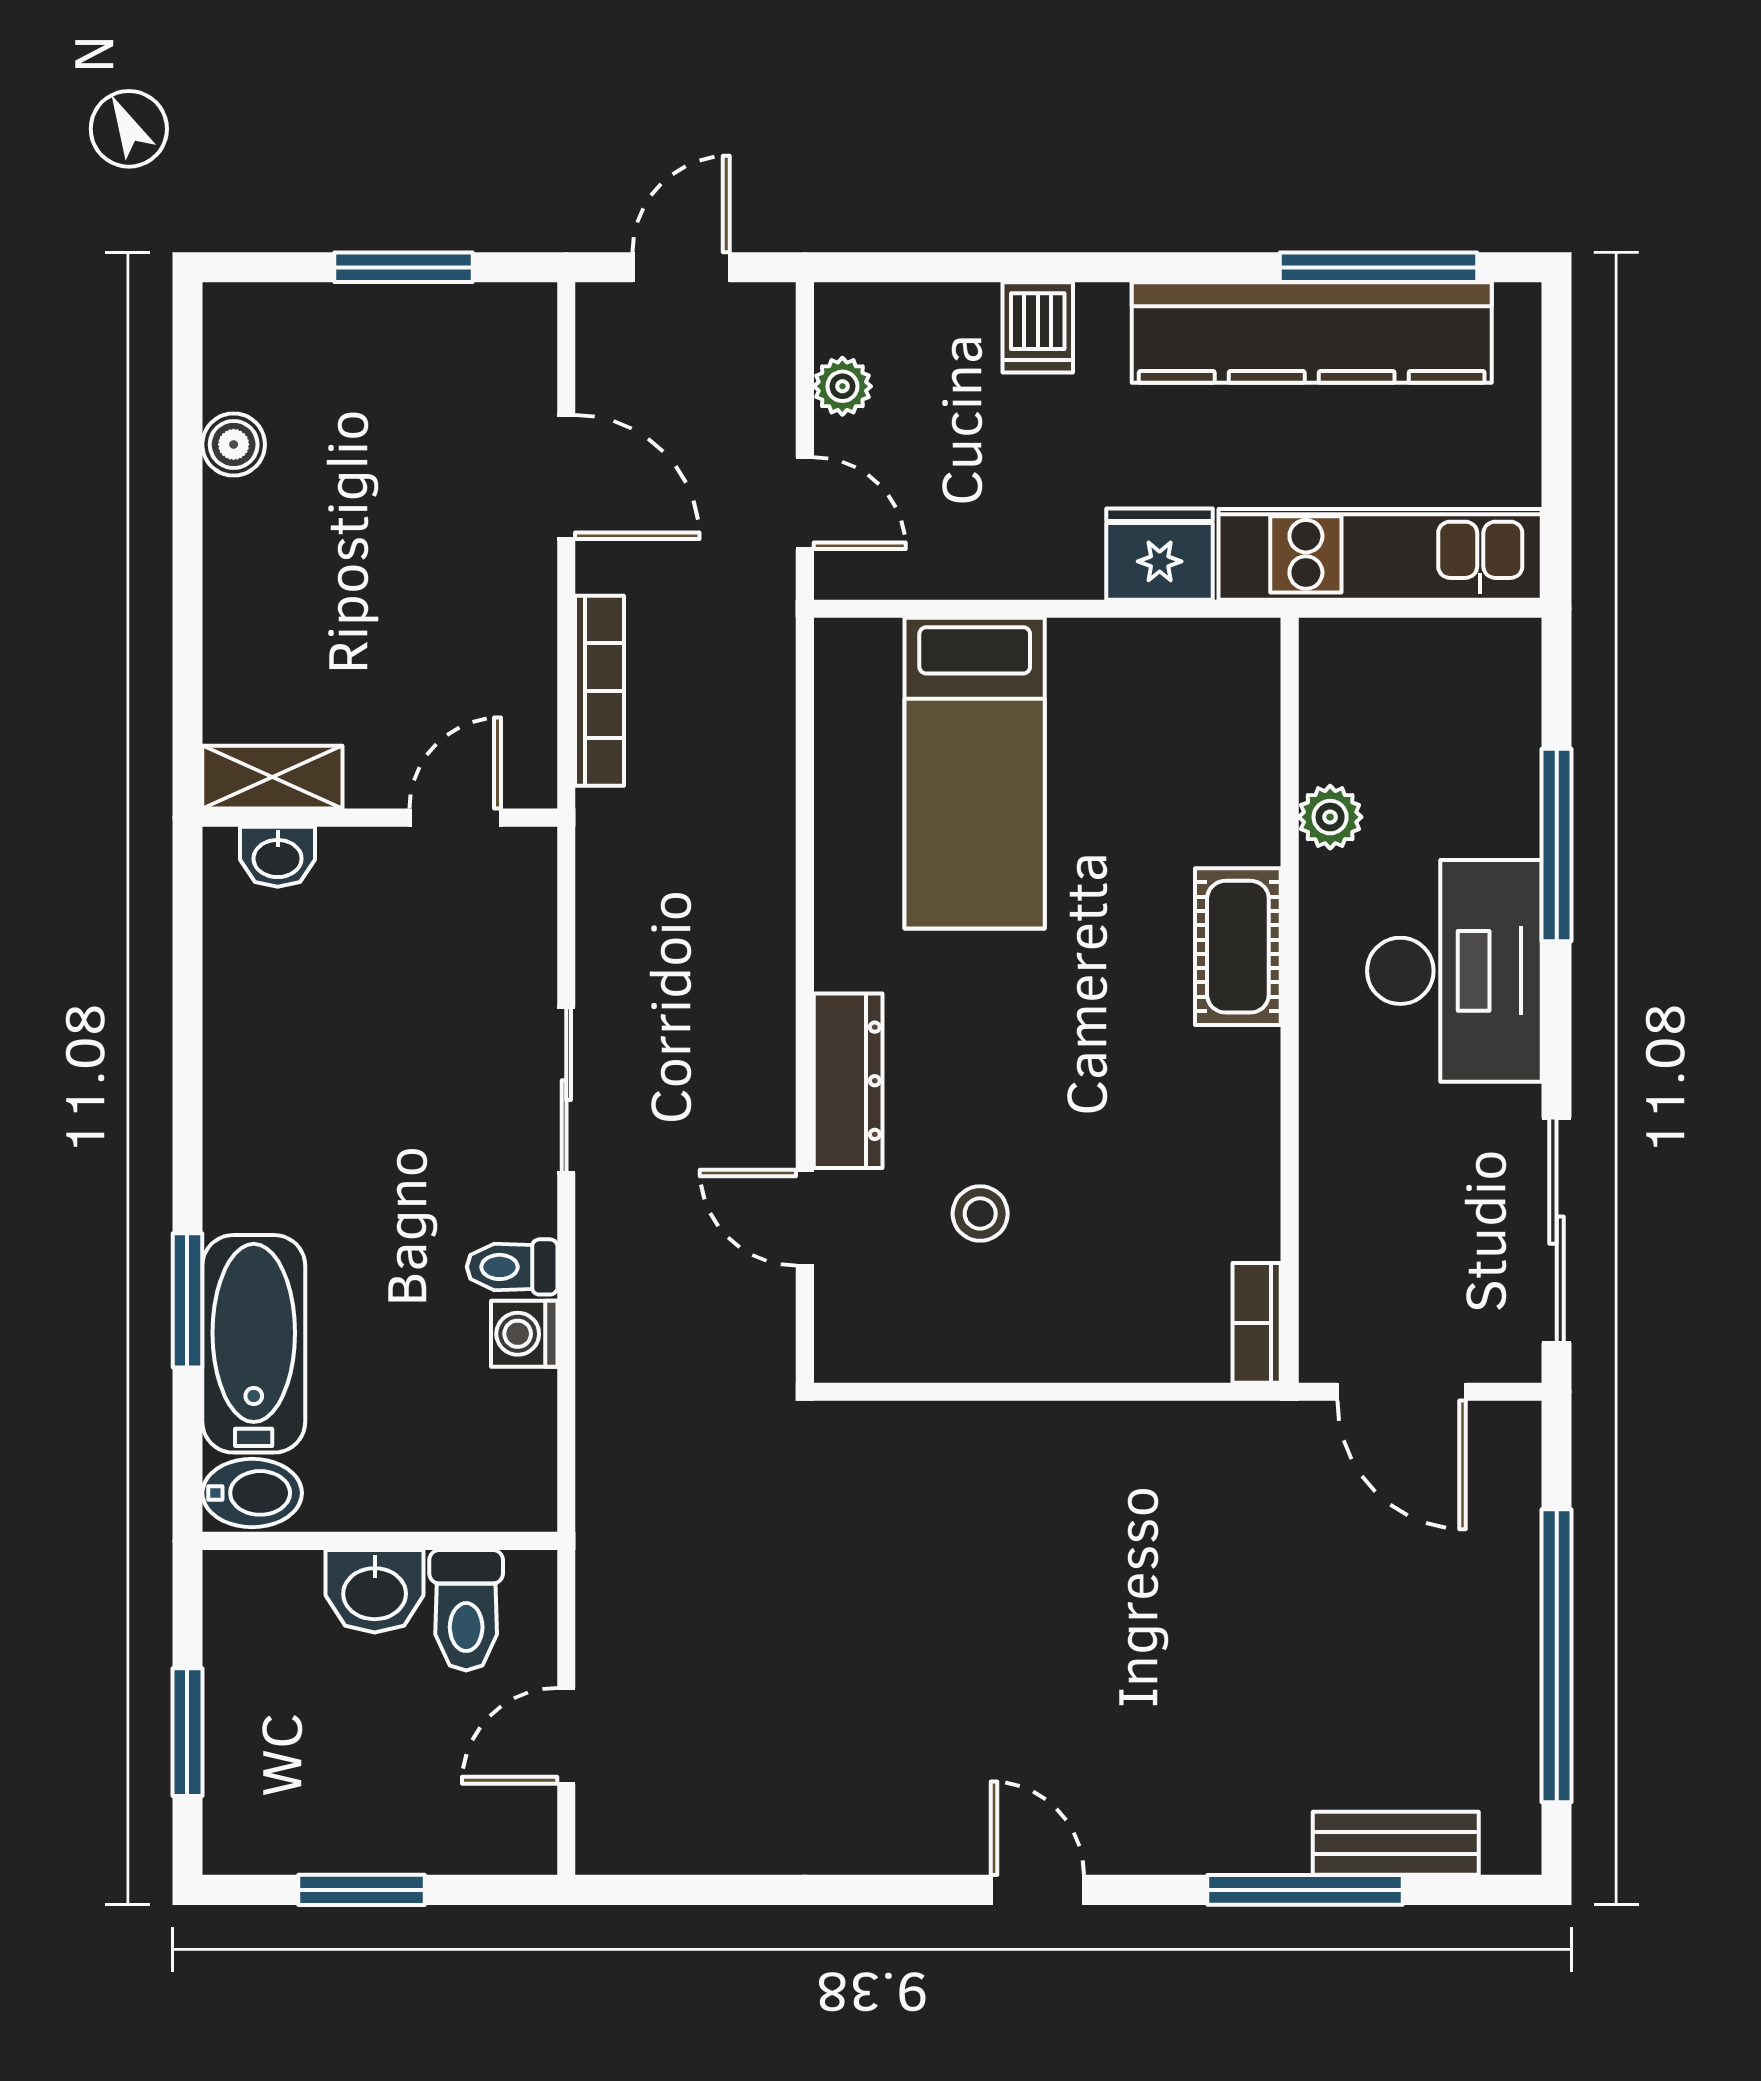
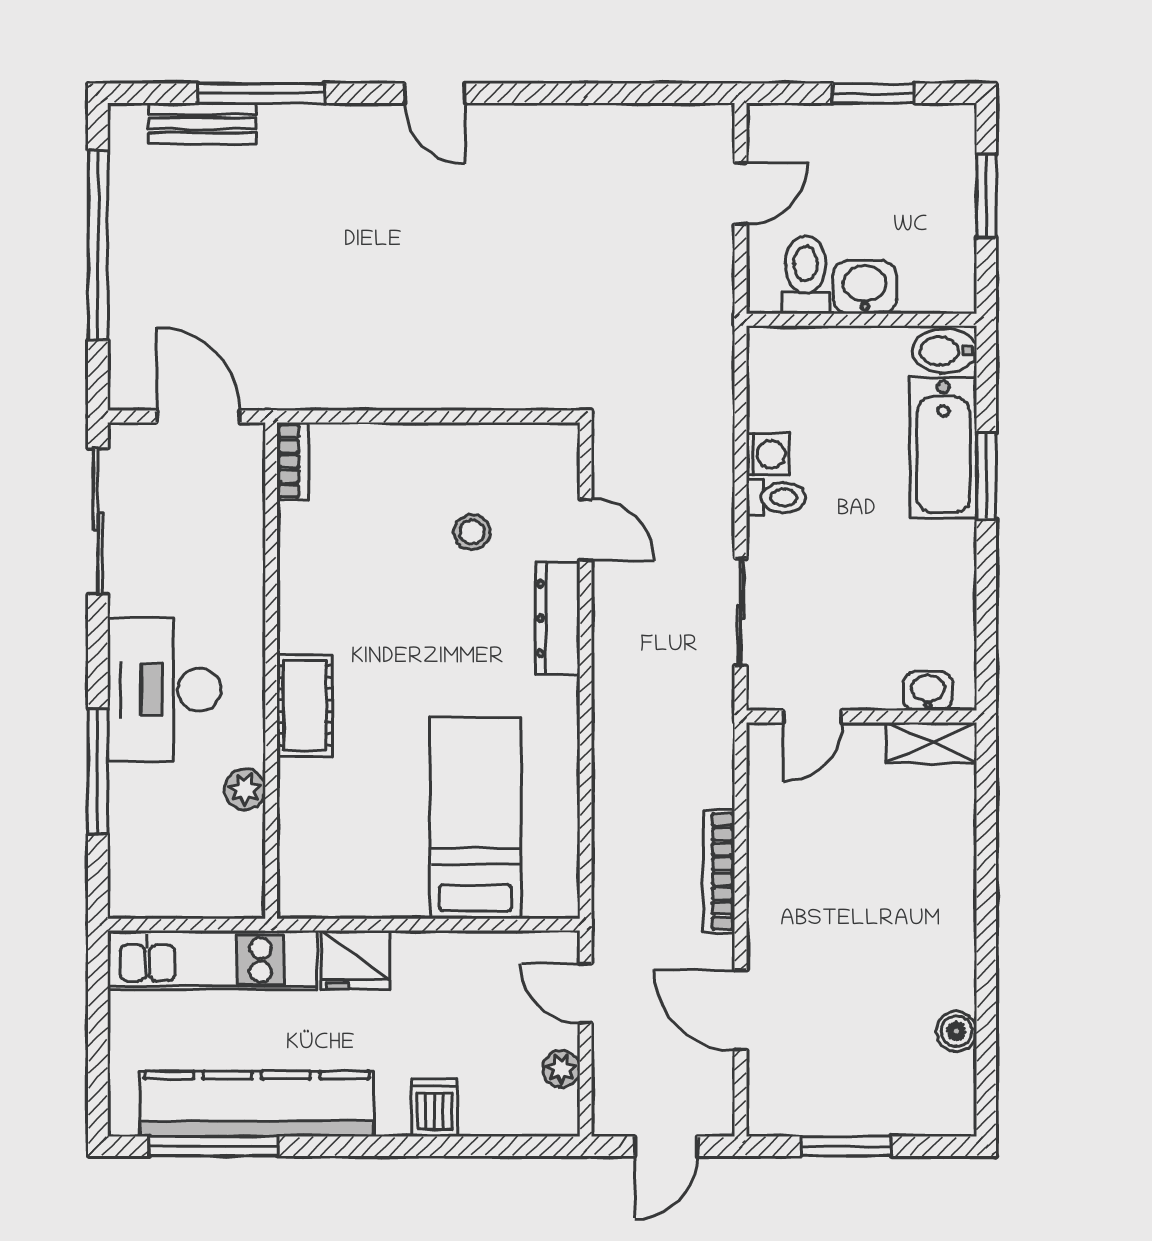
shelving: (272, 777) -> (931, 743), moved
wall: (380, 818) -> (861, 717), moved
door: (455, 818) -> (813, 717), moved
washbasin: (278, 857) -> (928, 691), moved

